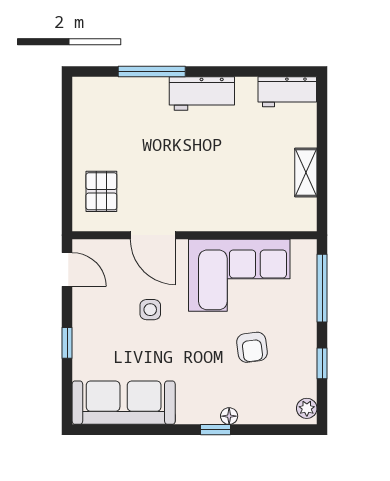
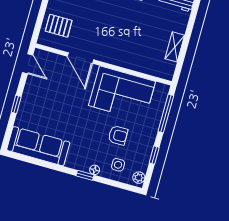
pallet: (101, 191) -> (59, 26), turned 90
side table: (150, 310) -> (118, 165), moved
armchair: (252, 347) -> (118, 135), turned -84

